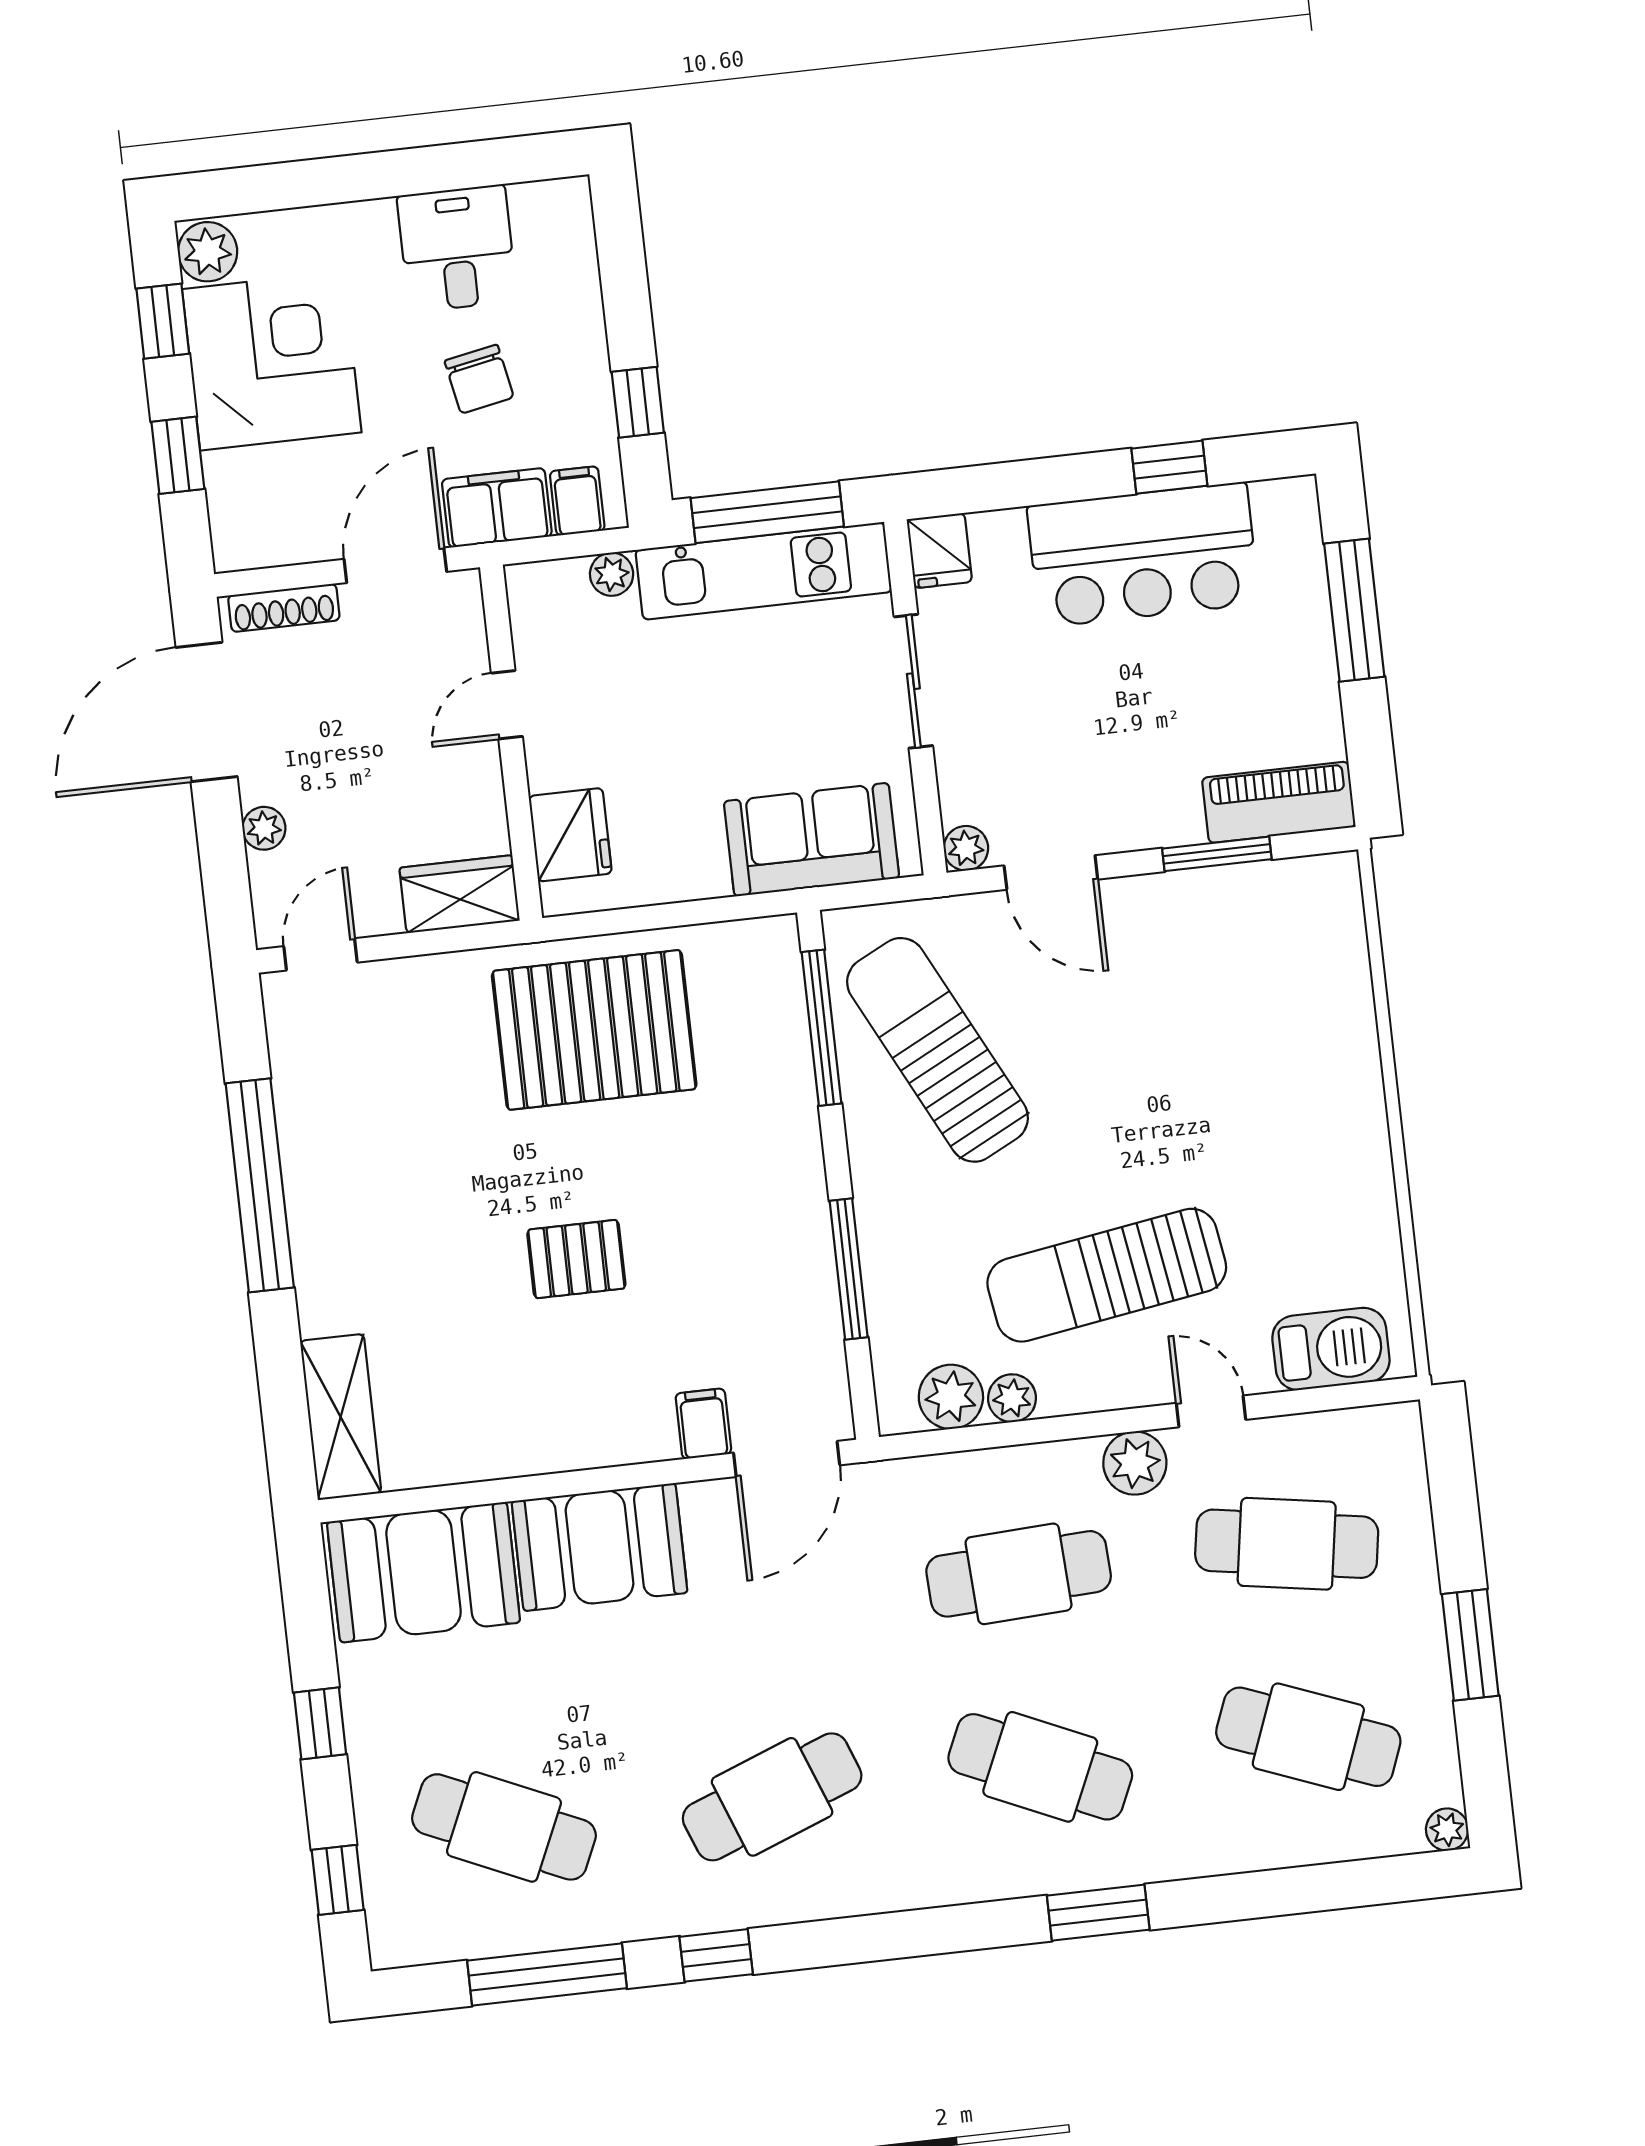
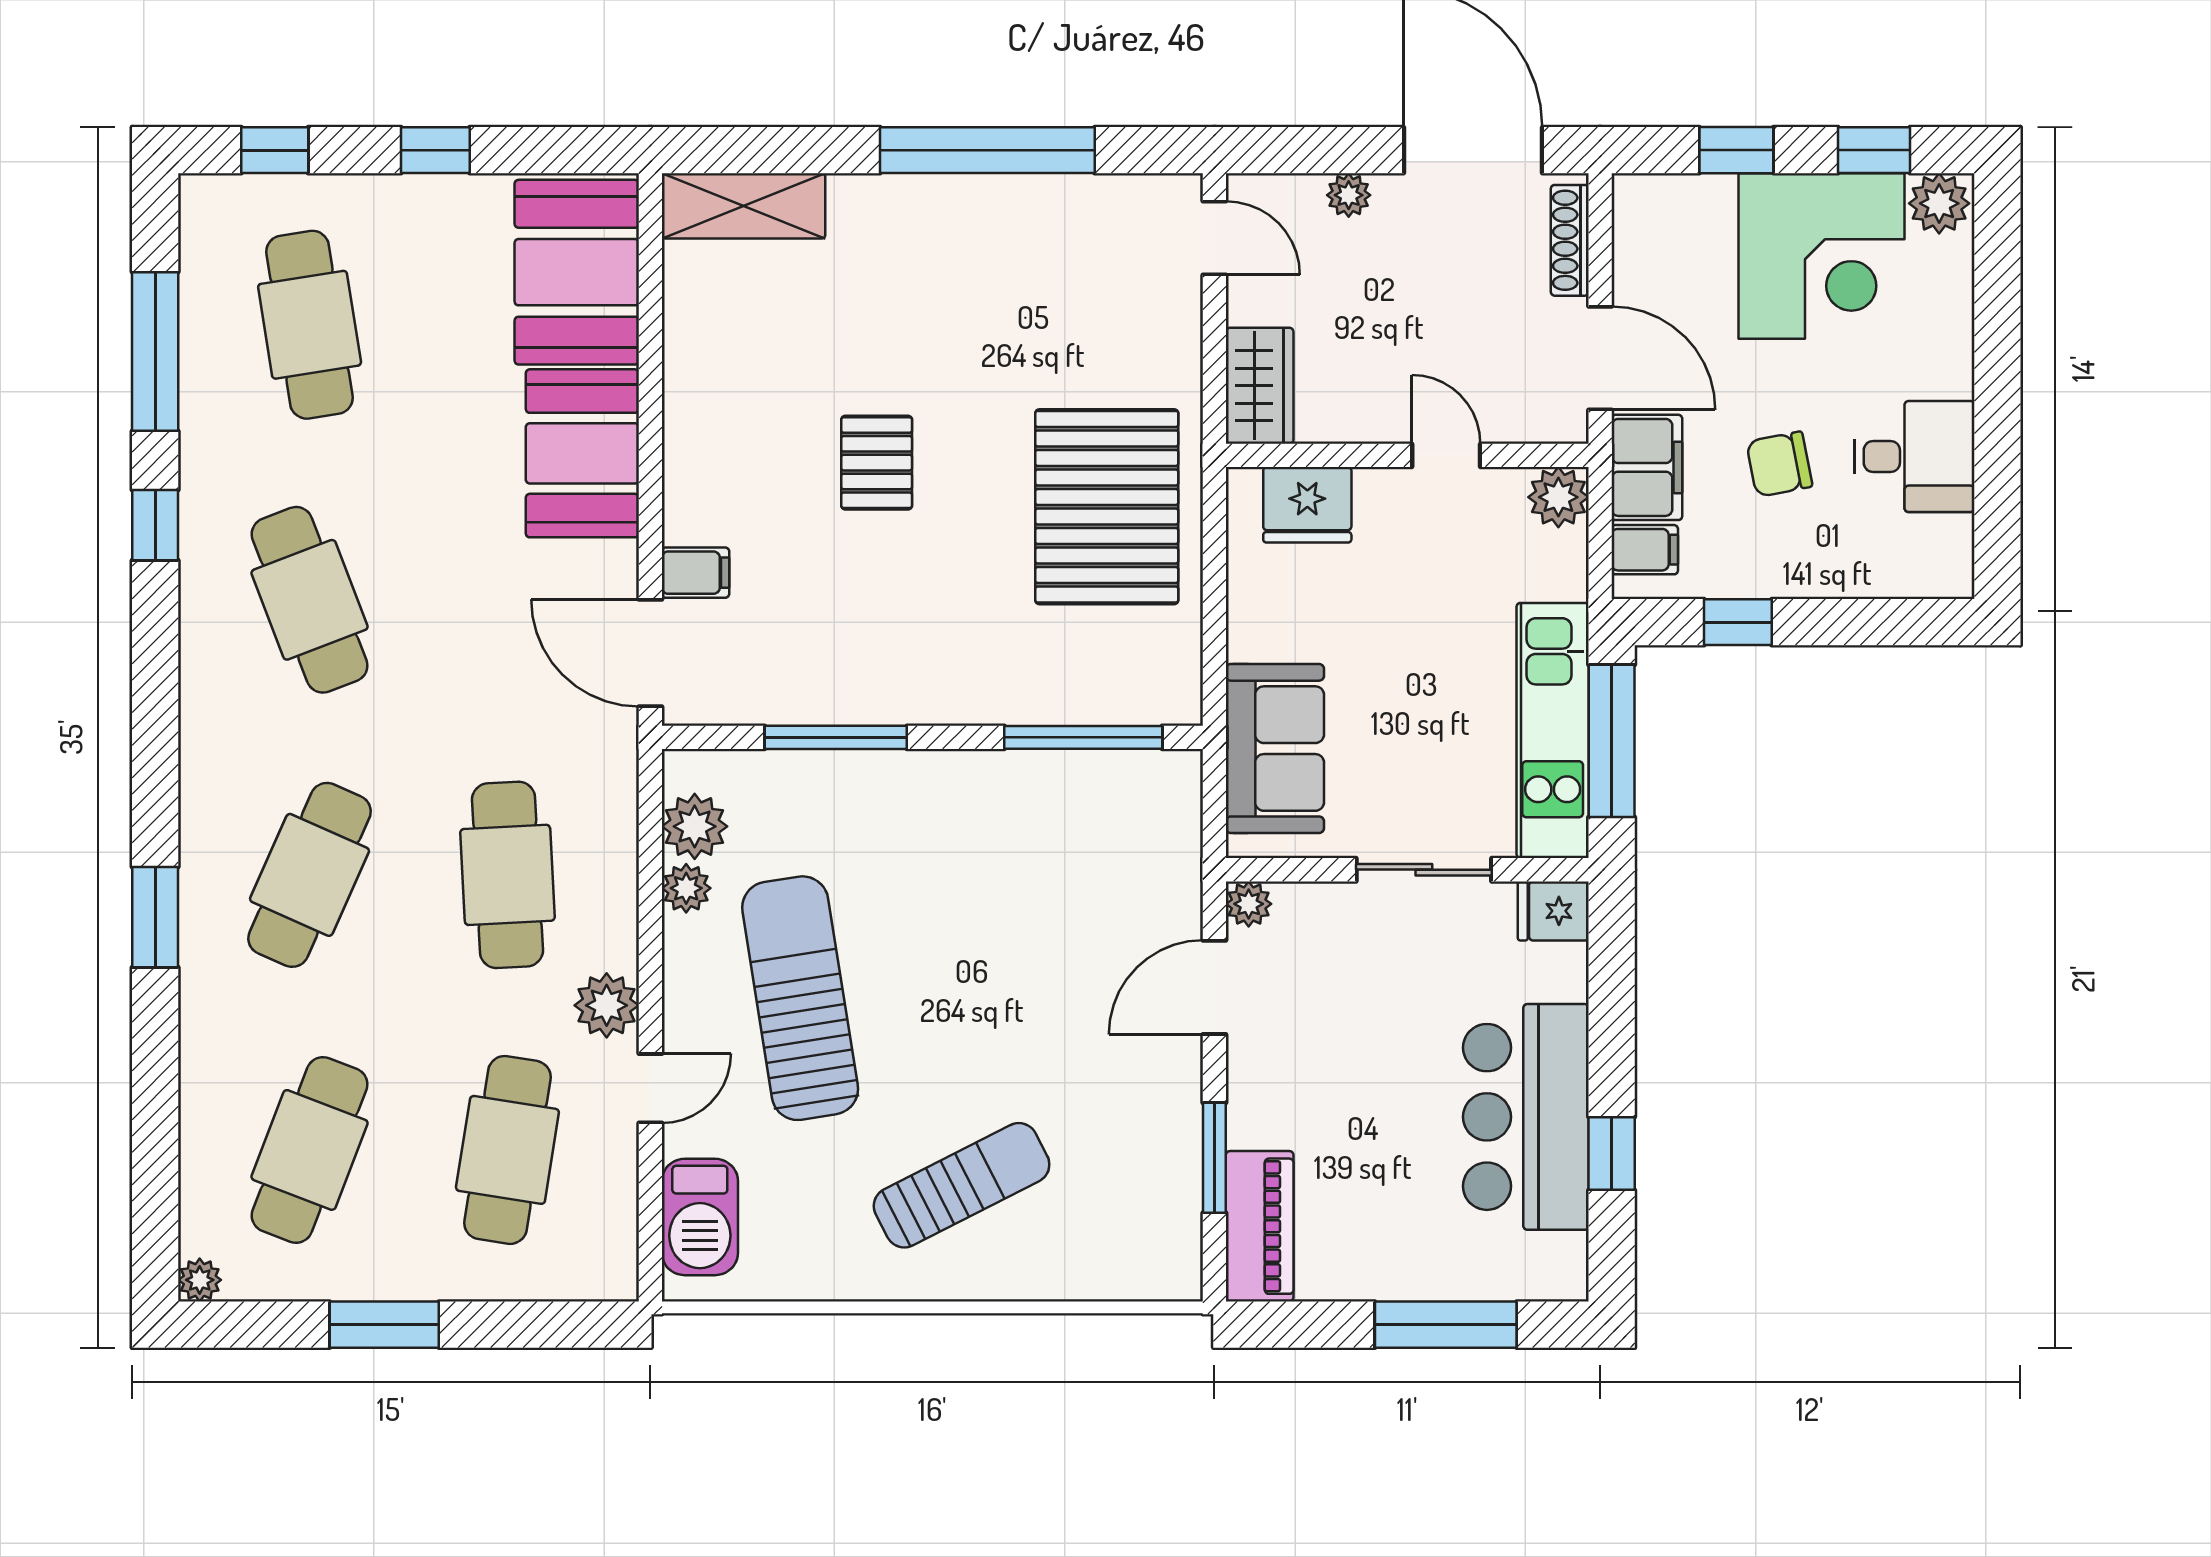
plant: (612, 574) -> (1558, 497), moved, width x1.38, depth x1.38
sun lounger: (938, 1050) -> (962, 1185), moved, width x0.73, depth x0.75
cafe table: (504, 1827) -> (310, 325), turned -33

